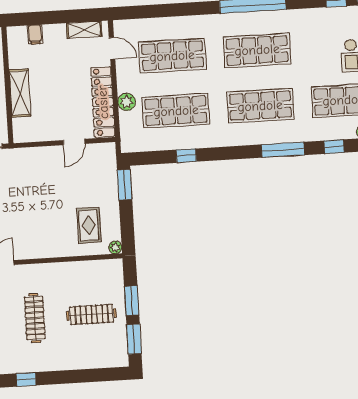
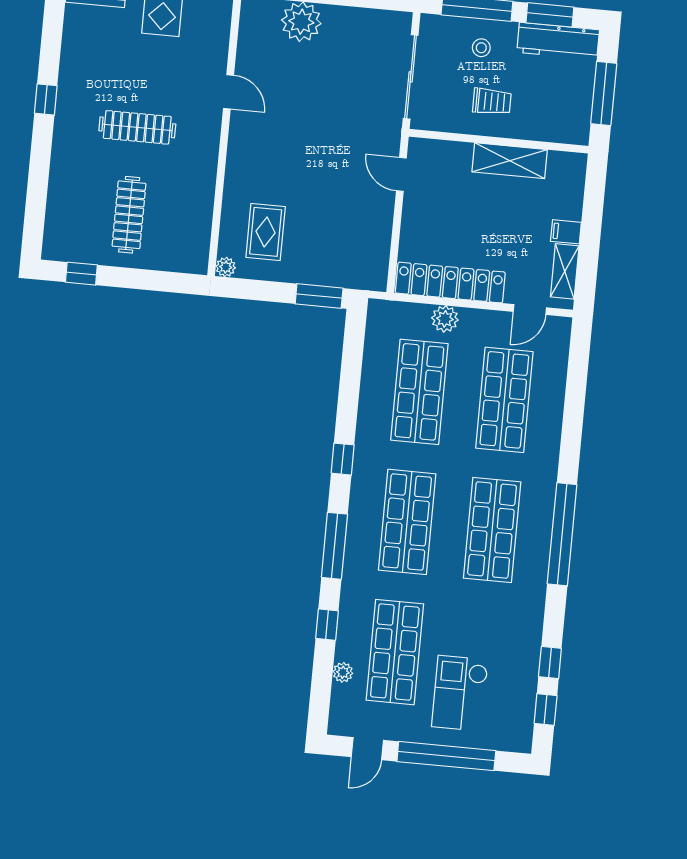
filing cabinet: (35, 34) -> (566, 232), moved
shelving: (20, 93) -> (510, 161), moved
door: (74, 142) -> (401, 174), moved
window: (186, 156) -> (343, 459), moved
rug: (89, 225) -> (266, 232), turned 90
window: (132, 301) -> (141, 279), removed
window: (134, 339) -> (81, 274), width x0.67

